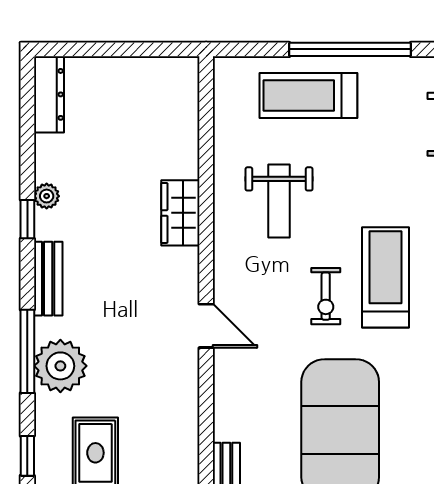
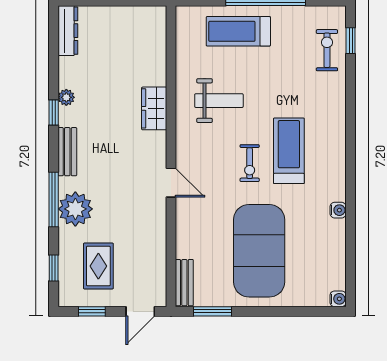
weight bench: (279, 201) -> (219, 101), turned -90

